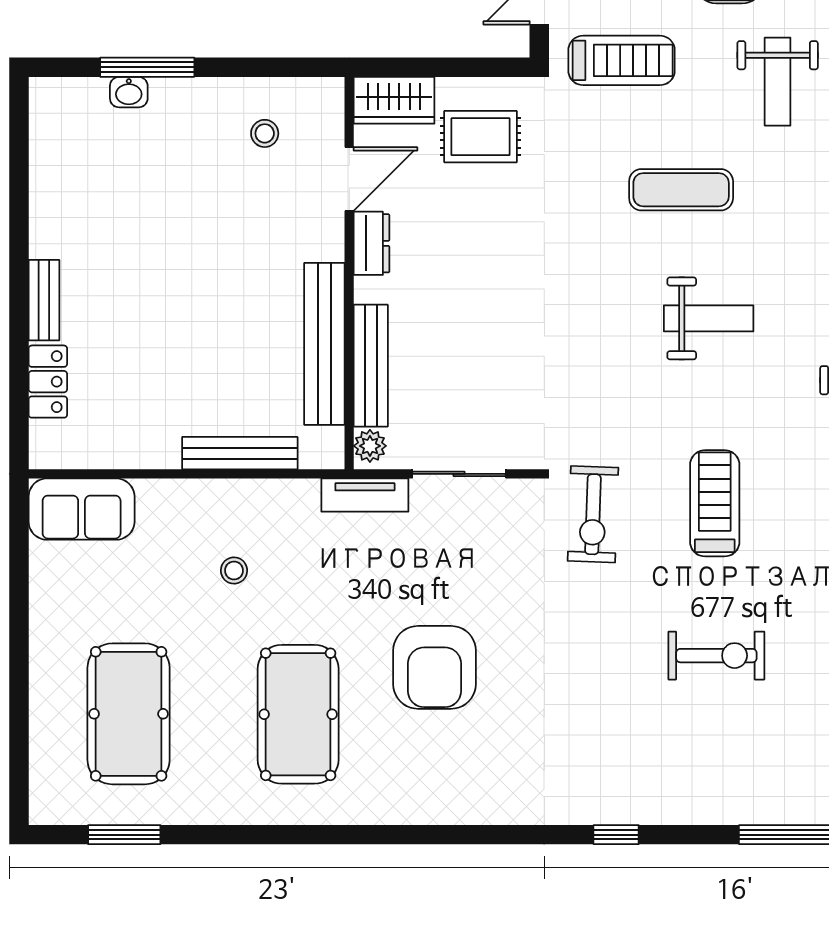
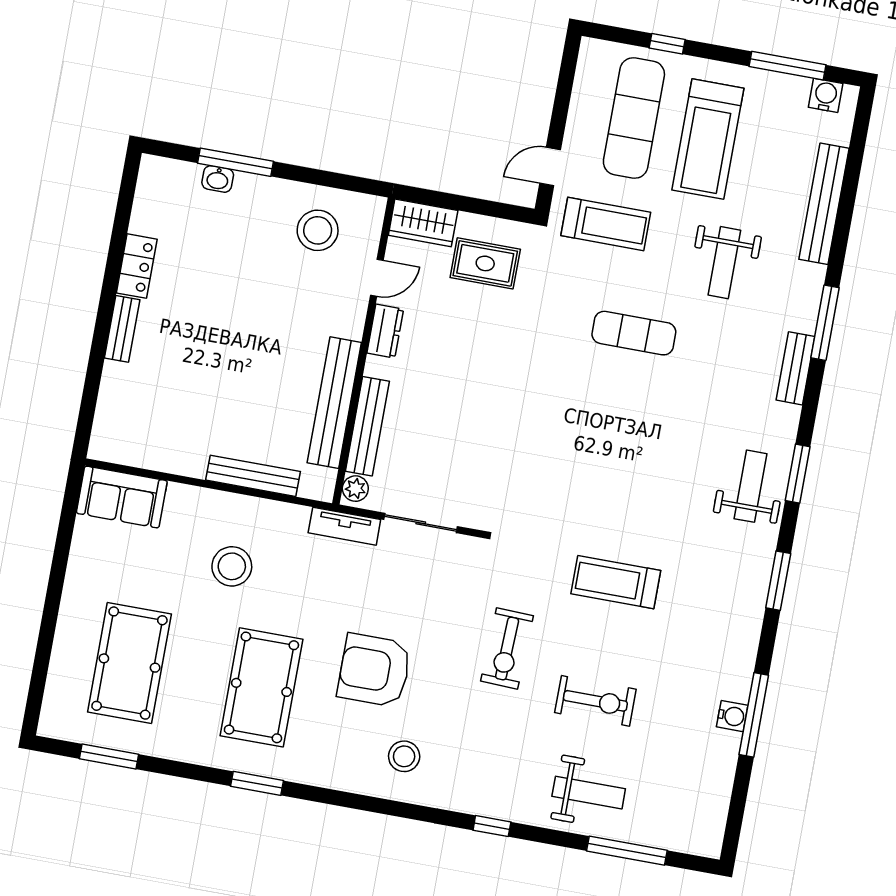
stool: (265, 133) -> (318, 230), width x1.89, depth x1.89
door: (349, 179) -> (377, 278), width x0.73
weight bench: (709, 318) -> (589, 793), moved
locker: (48, 382) -> (137, 266), moved
treadmill: (715, 503) -> (616, 582), turned -90
exercise bike: (593, 514) -> (507, 648), moved
stool: (234, 570) -> (232, 566), width x1.89, depth x1.89
armchair: (435, 667) -> (374, 670), turned 90
stool: (491, 768) -> (404, 756), added
window: (314, 835) -> (257, 783), added

